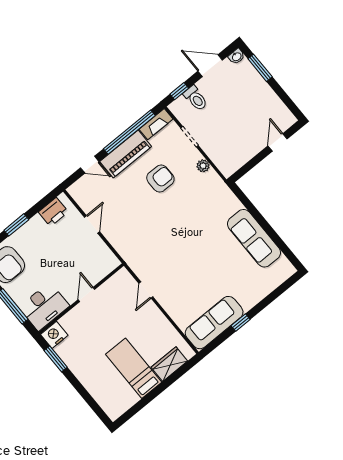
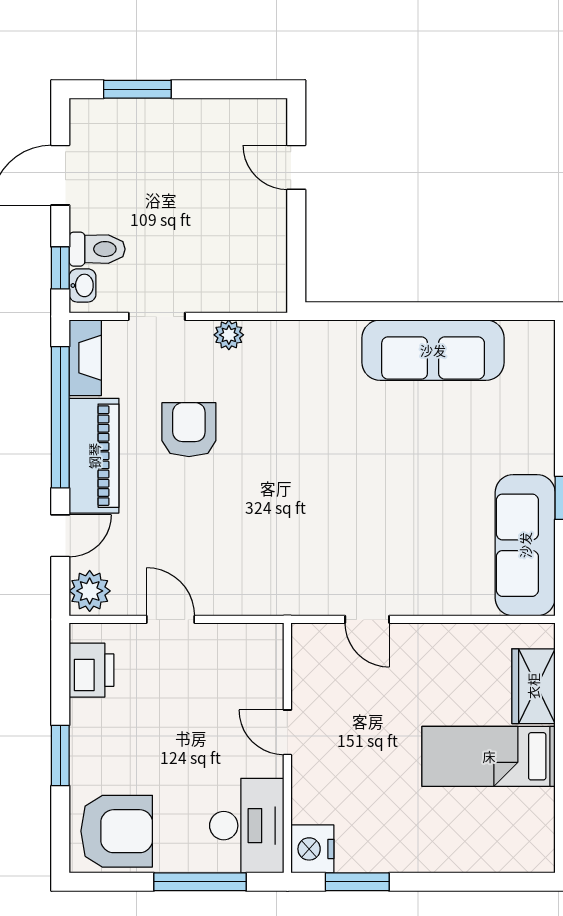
washbasin: (236, 56) -> (83, 285), moved
plant: (79, 190) -> (90, 591), added

